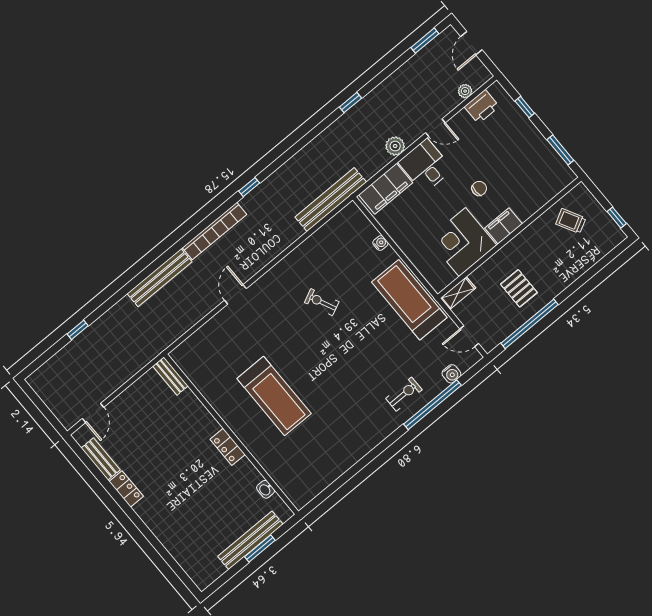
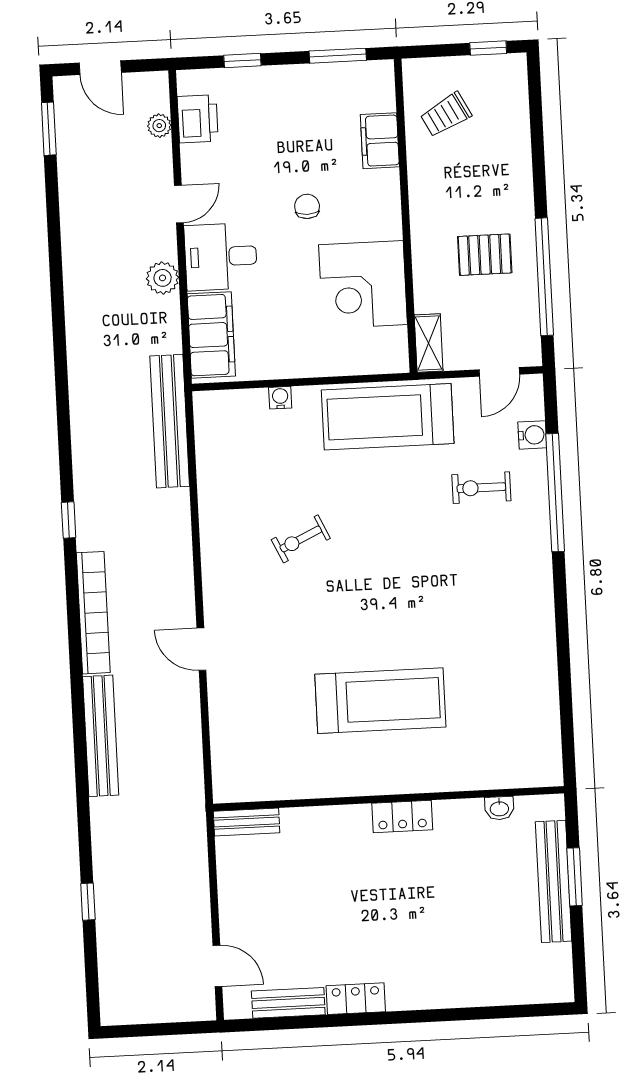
window: (350, 103) -> (57, 294), removed
filing cabinet: (504, 226) -> (380, 141), moved
exercise bike: (404, 394) -> (481, 488), moved, turned -90

